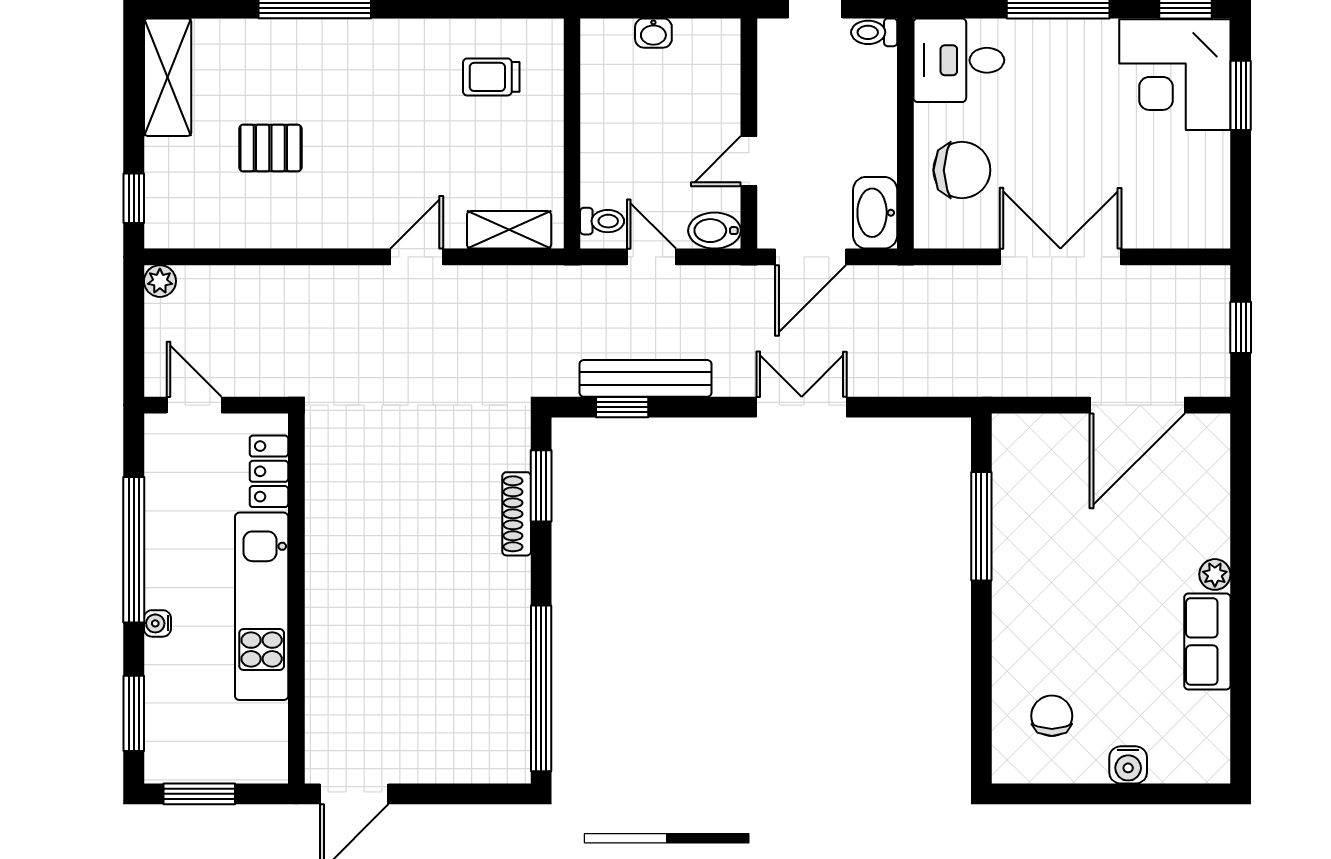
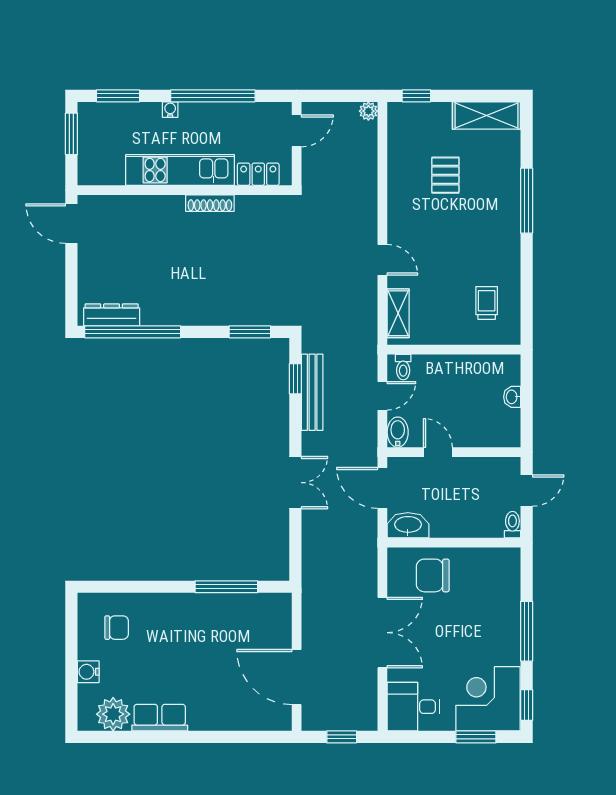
desk: (959, 60) -> (413, 707), moved, turned -90
chair: (962, 170) -> (433, 575), turned 90
shoe rack: (517, 514) -> (210, 203), moved, turned 180
plant: (1215, 574) -> (113, 714), moved, width x1.88, depth x1.88
dresser: (512, 725) -> (112, 315), added

